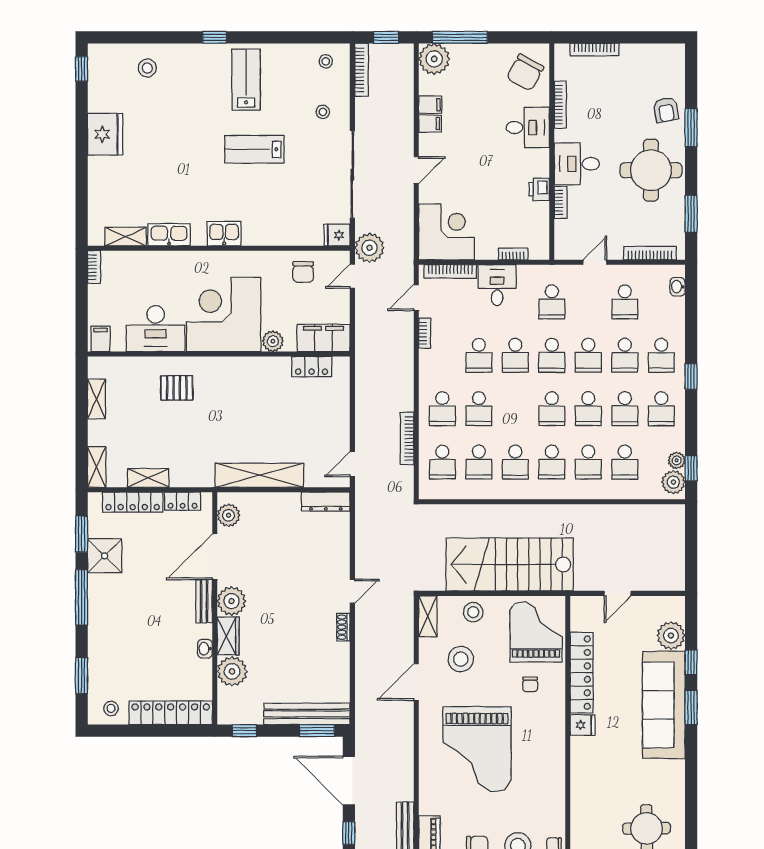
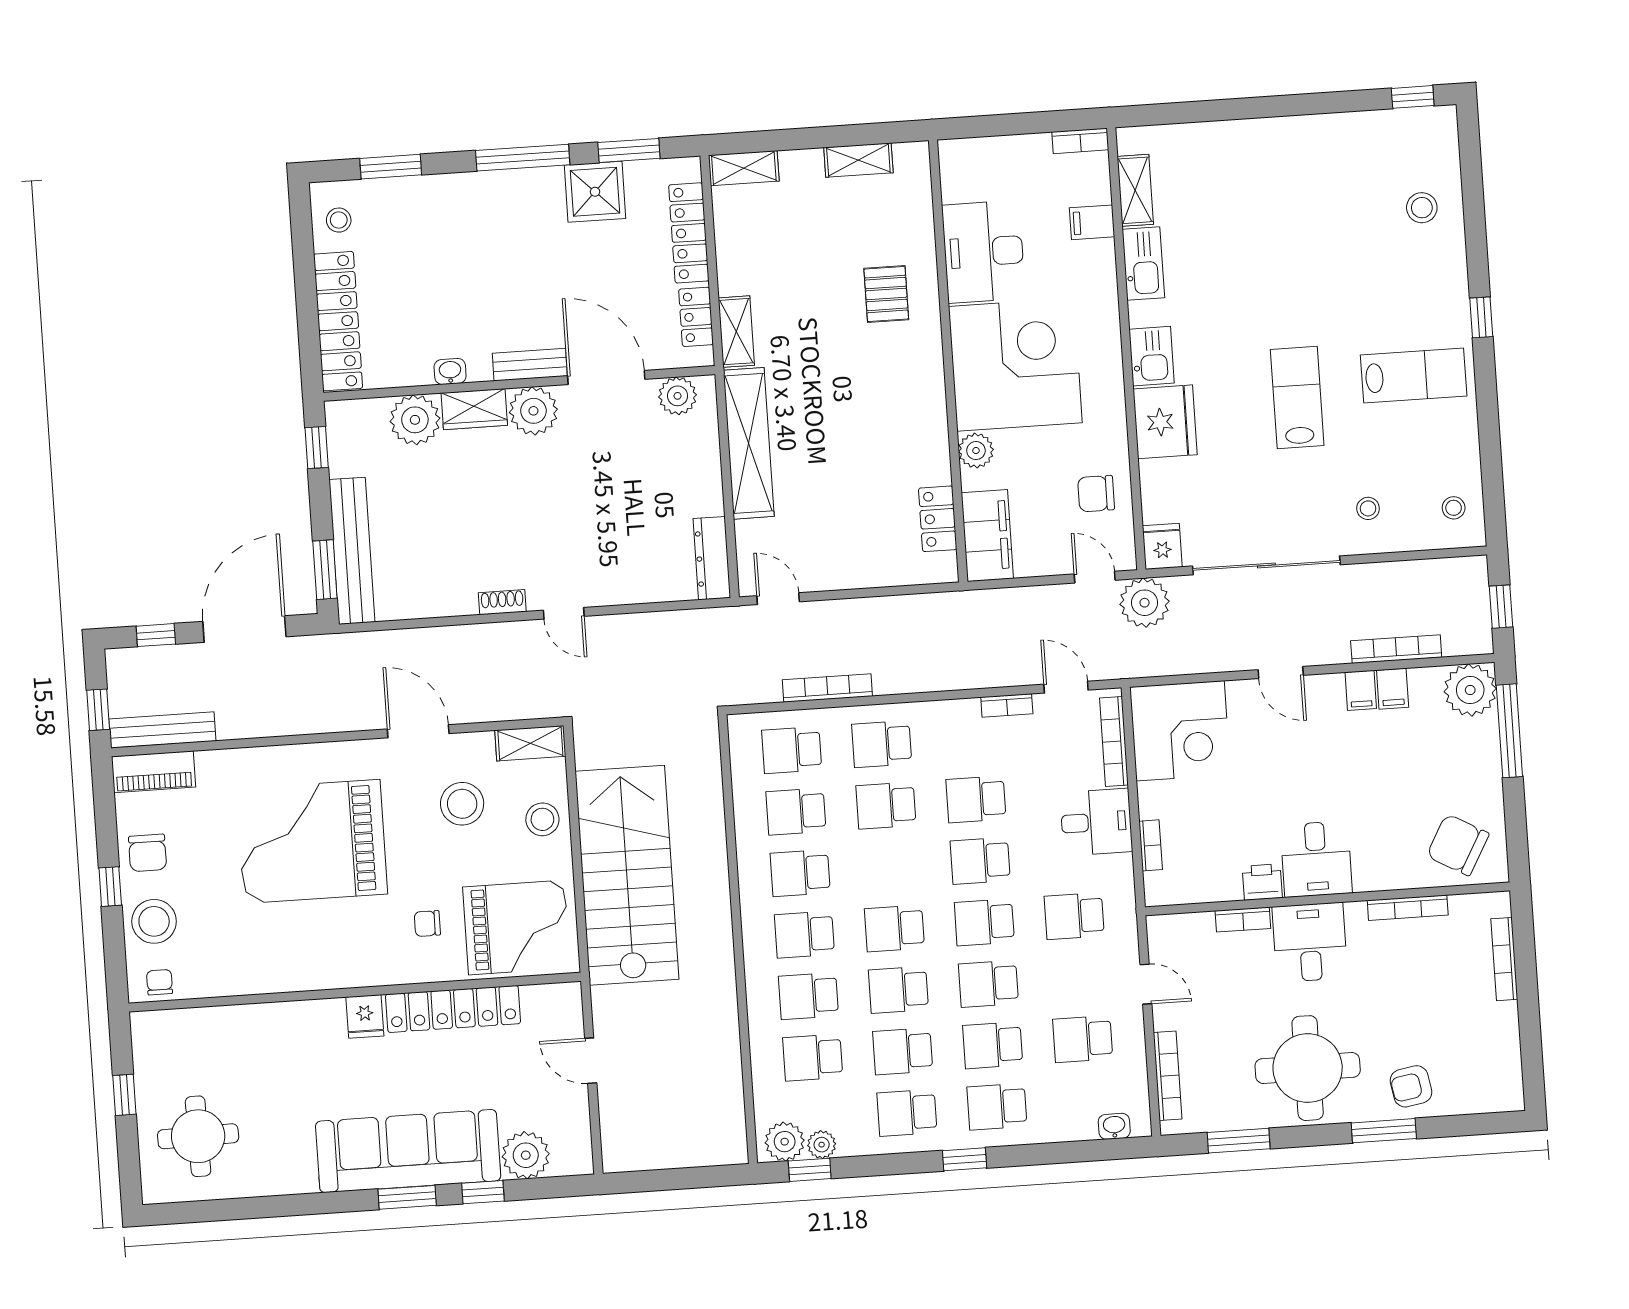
bookcase: (362, 70) -> (1396, 649), moved, turned 180
desk: (528, 127) -> (1316, 859), moved
fridge: (105, 134) -> (1165, 422), moved, turned -90
filing cabinet: (101, 339) -> (1092, 222), moved, turned 180
shelving: (148, 478) -> (736, 332), moved

